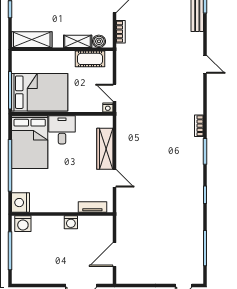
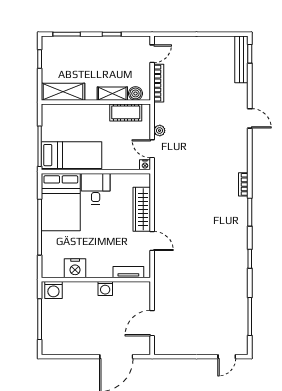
bookcase: (121, 32) -> (159, 83), width x1.56
plant: (121, 76) -> (160, 131), added
bed: (40, 92) -> (72, 155), width x0.67
nightstand: (21, 203) -> (75, 268), moved, turned -90

